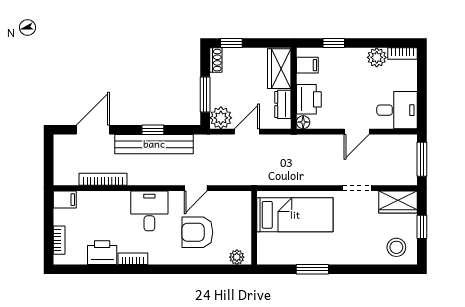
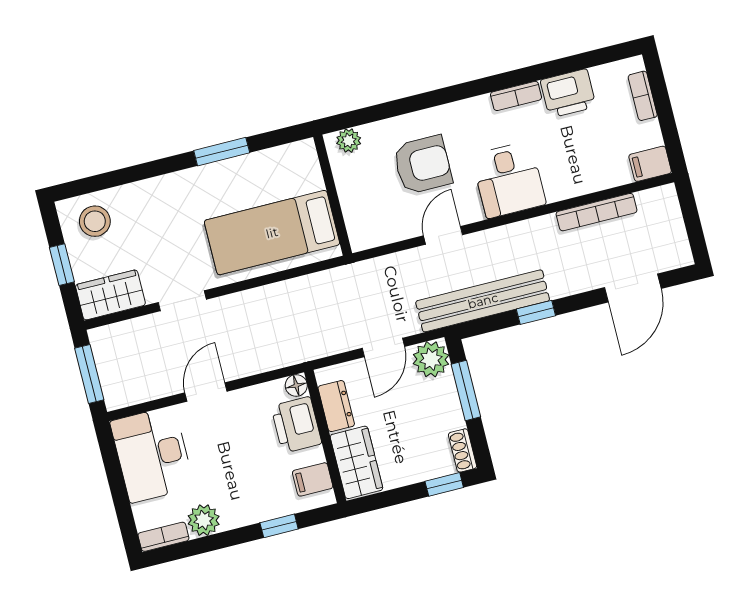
desk: (397, 110) -> (152, 454), width x1.37
bench: (154, 144) -> (483, 301), moved

